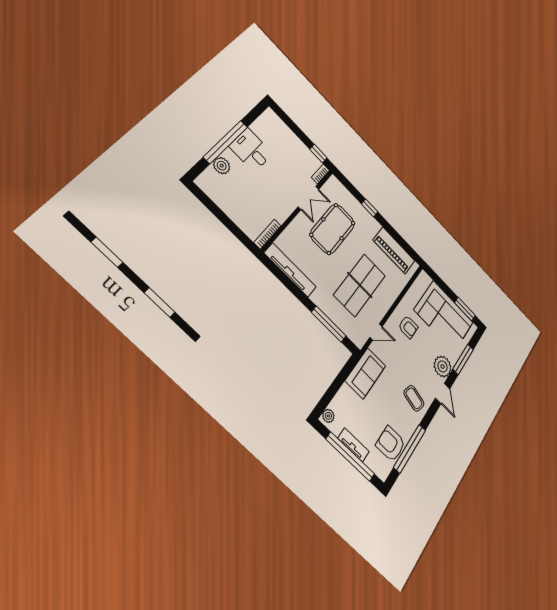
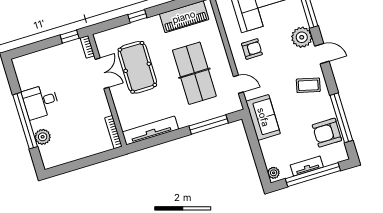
door: (376, 332) -> (238, 84), hinge flipped

